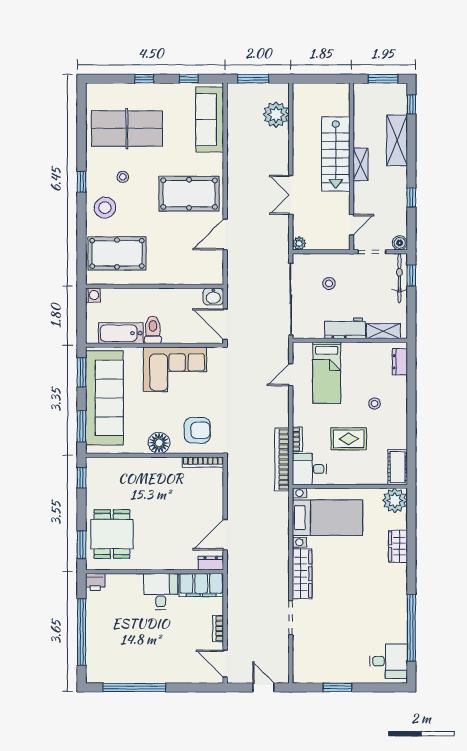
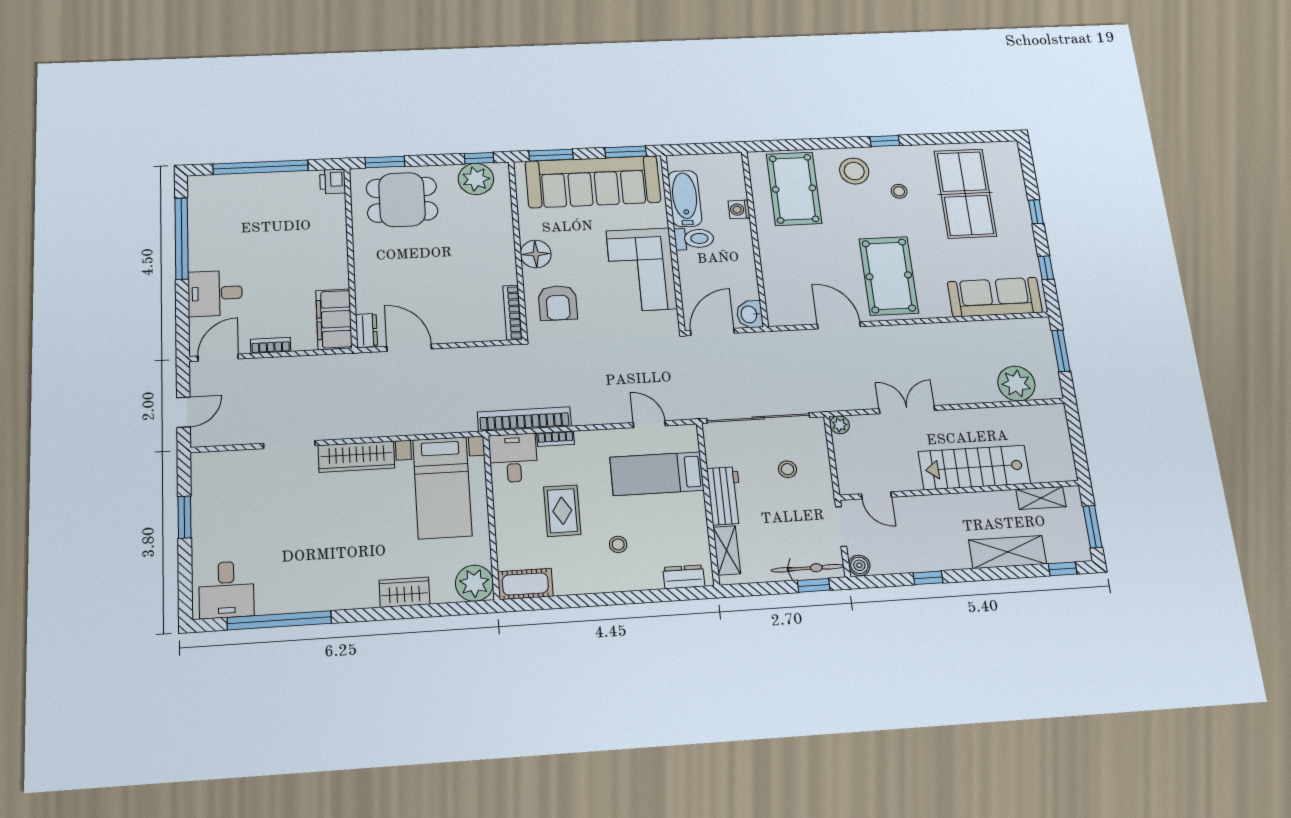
shelving: (360, 164) -> (1041, 498), moved
washing machine: (93, 295) -> (739, 209), moved, turned 90
plant: (98, 481) -> (476, 179), added
desk: (161, 592) -> (215, 293), moved, turned 180

